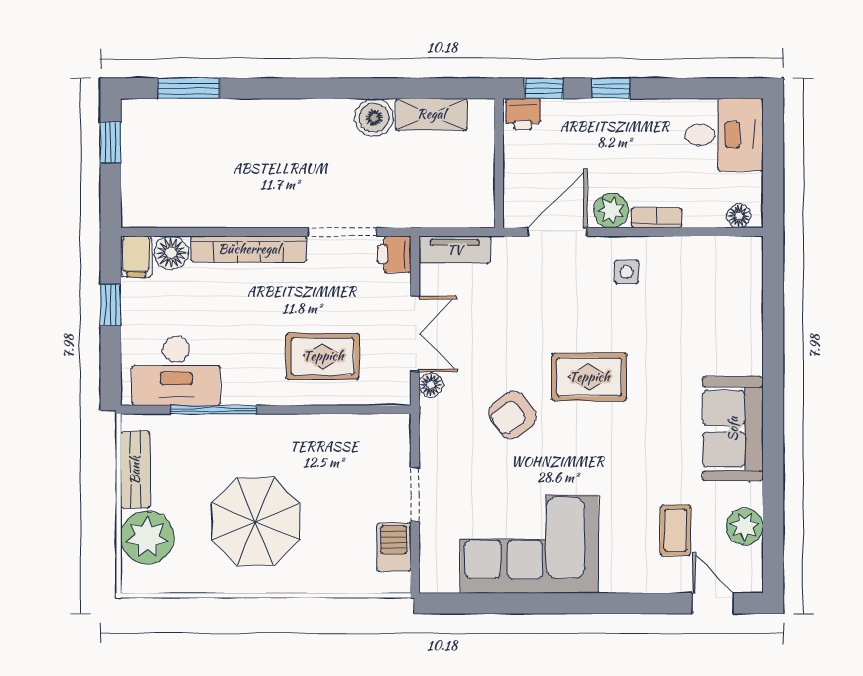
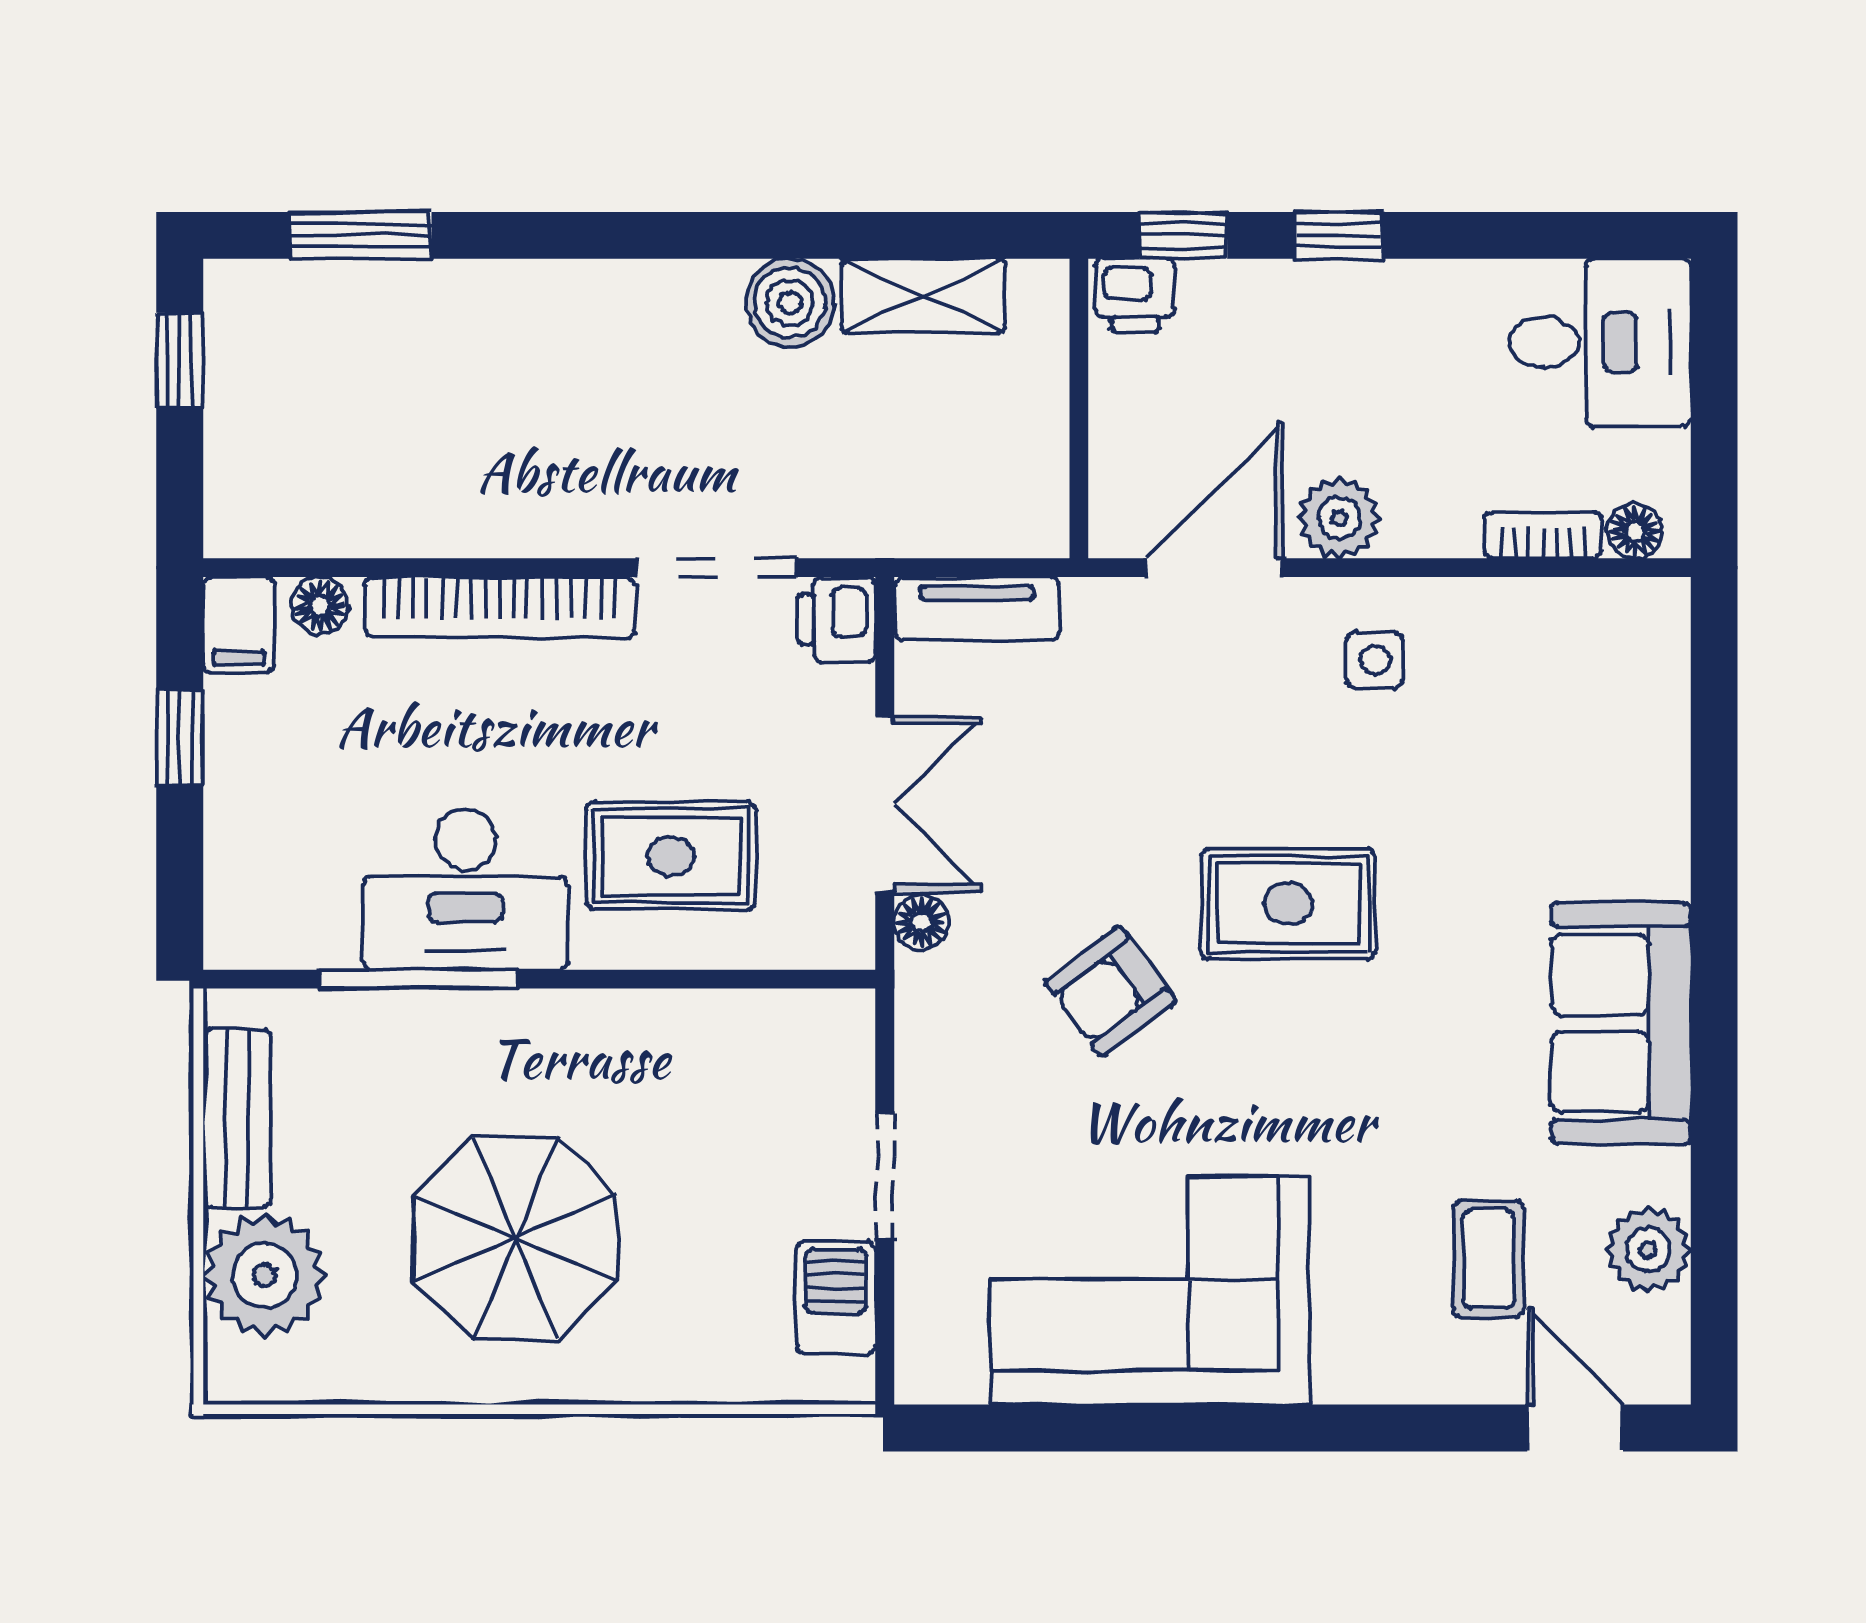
bookcase: (656, 218) -> (1543, 535), moved
floor lamp: (171, 253) -> (320, 605), width x0.73, depth x0.73
desk: (176, 371) -> (466, 890), moved

